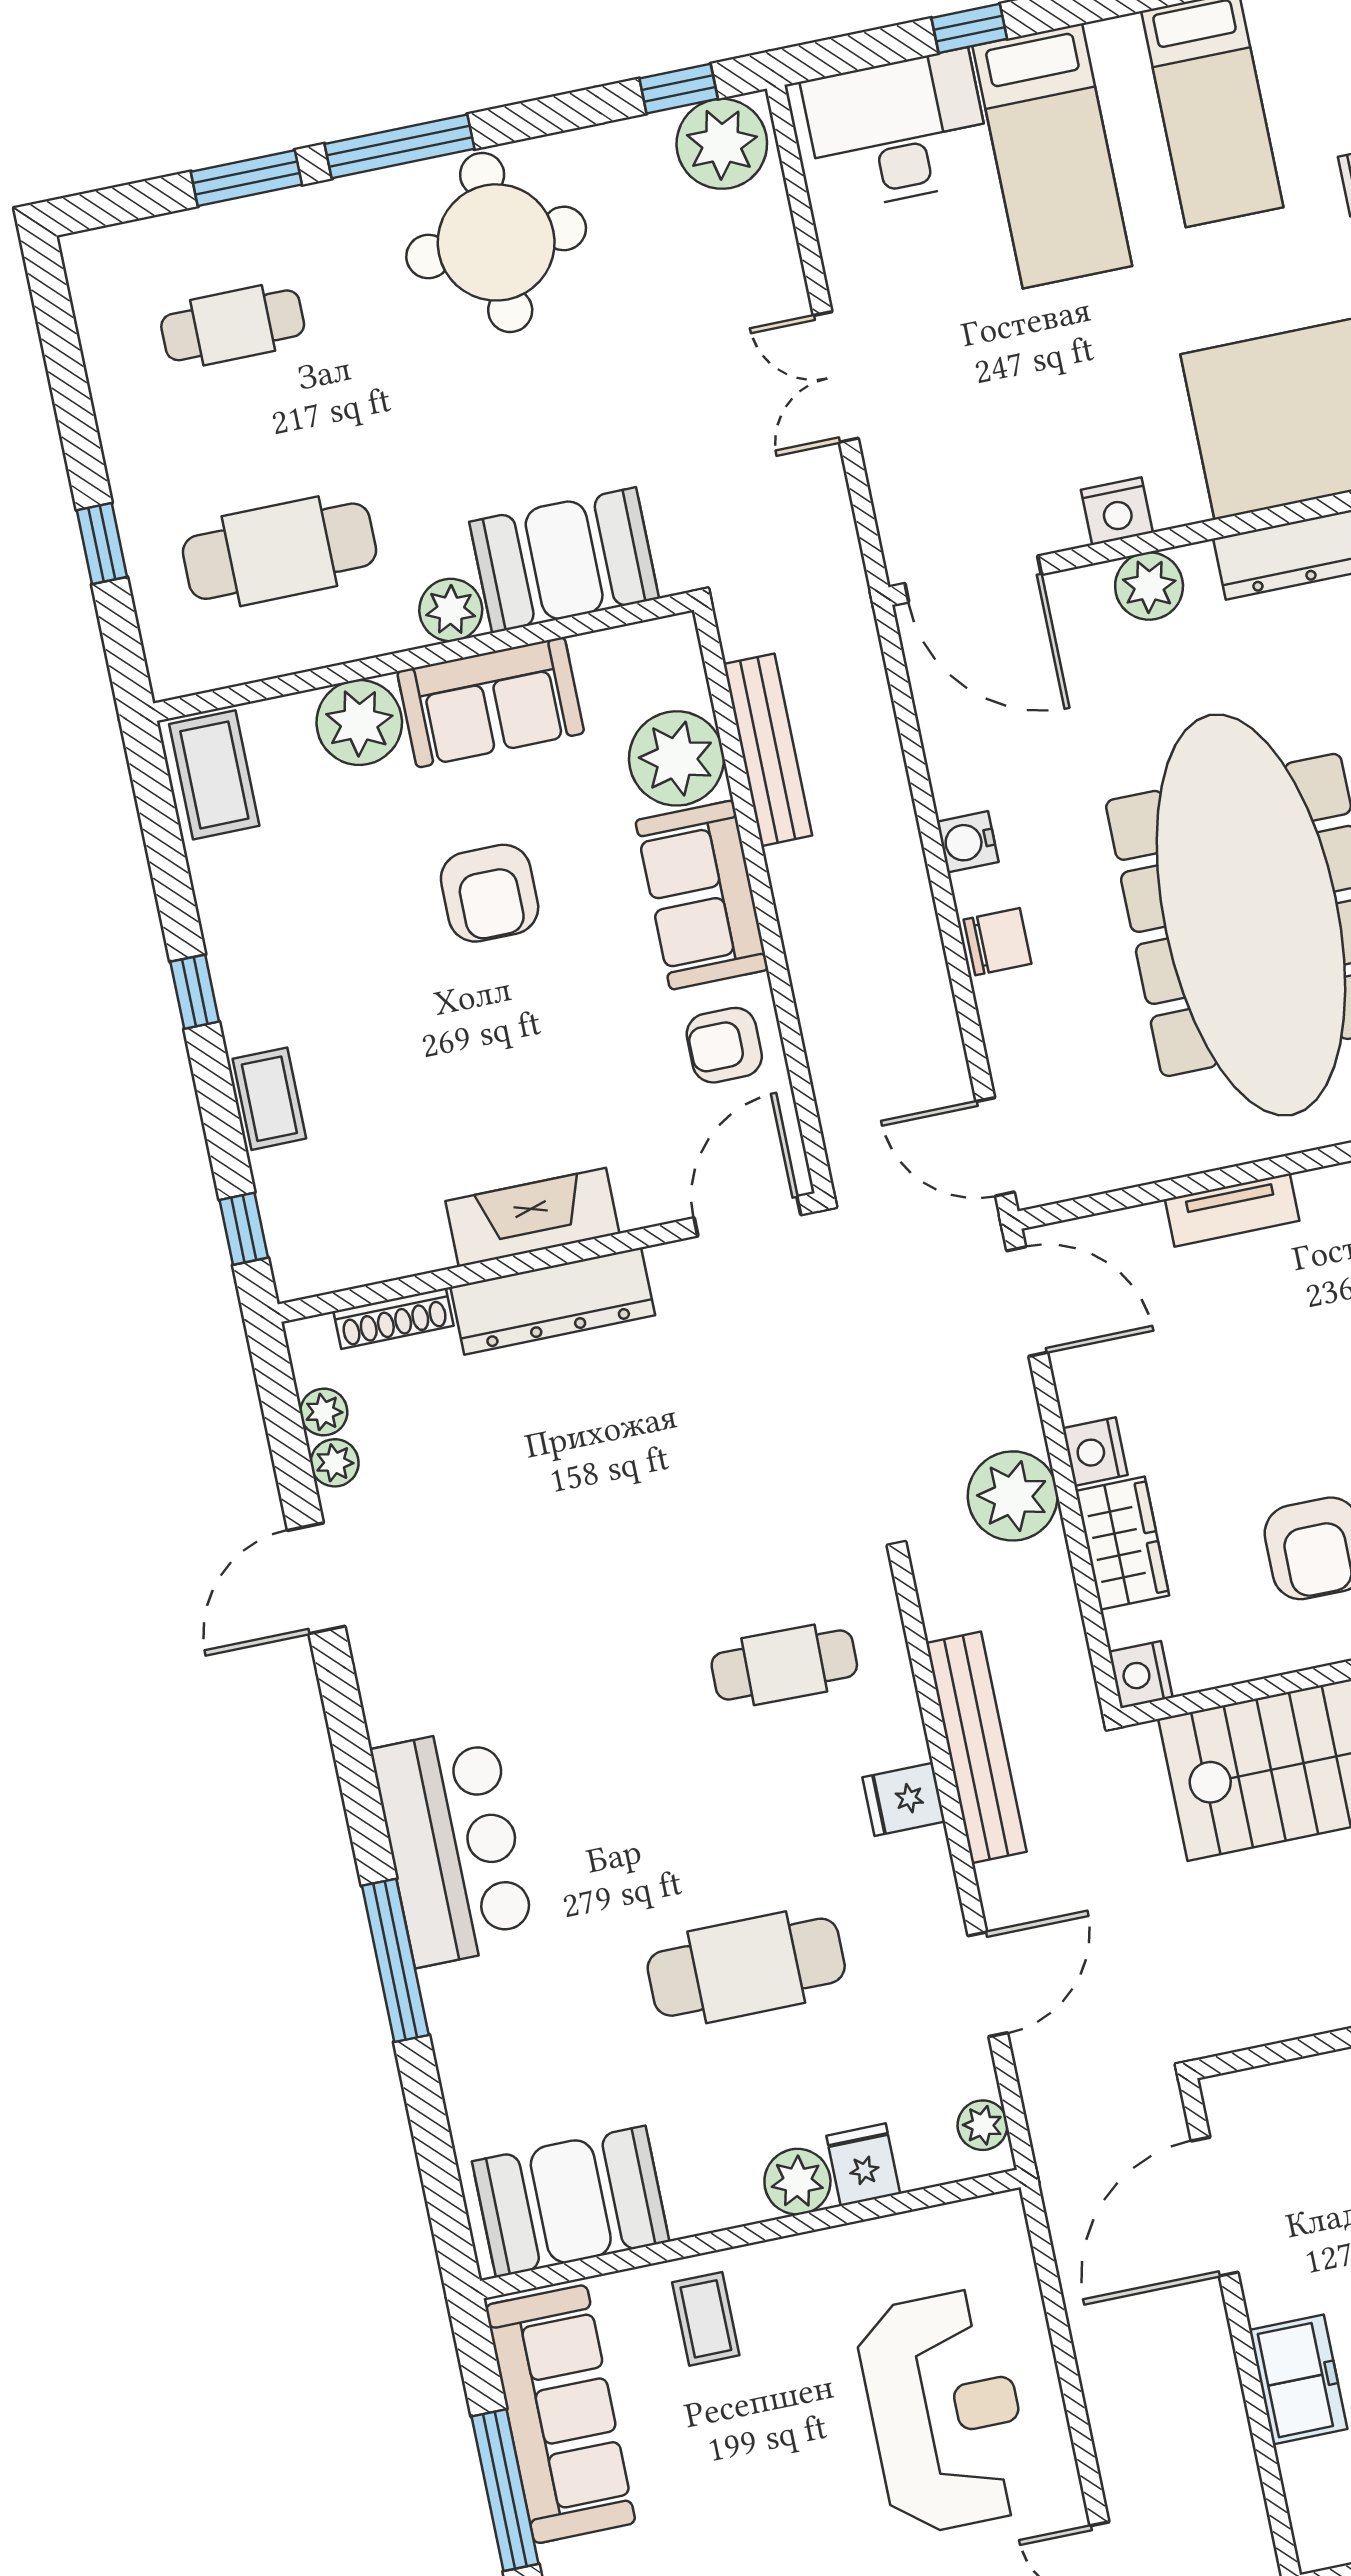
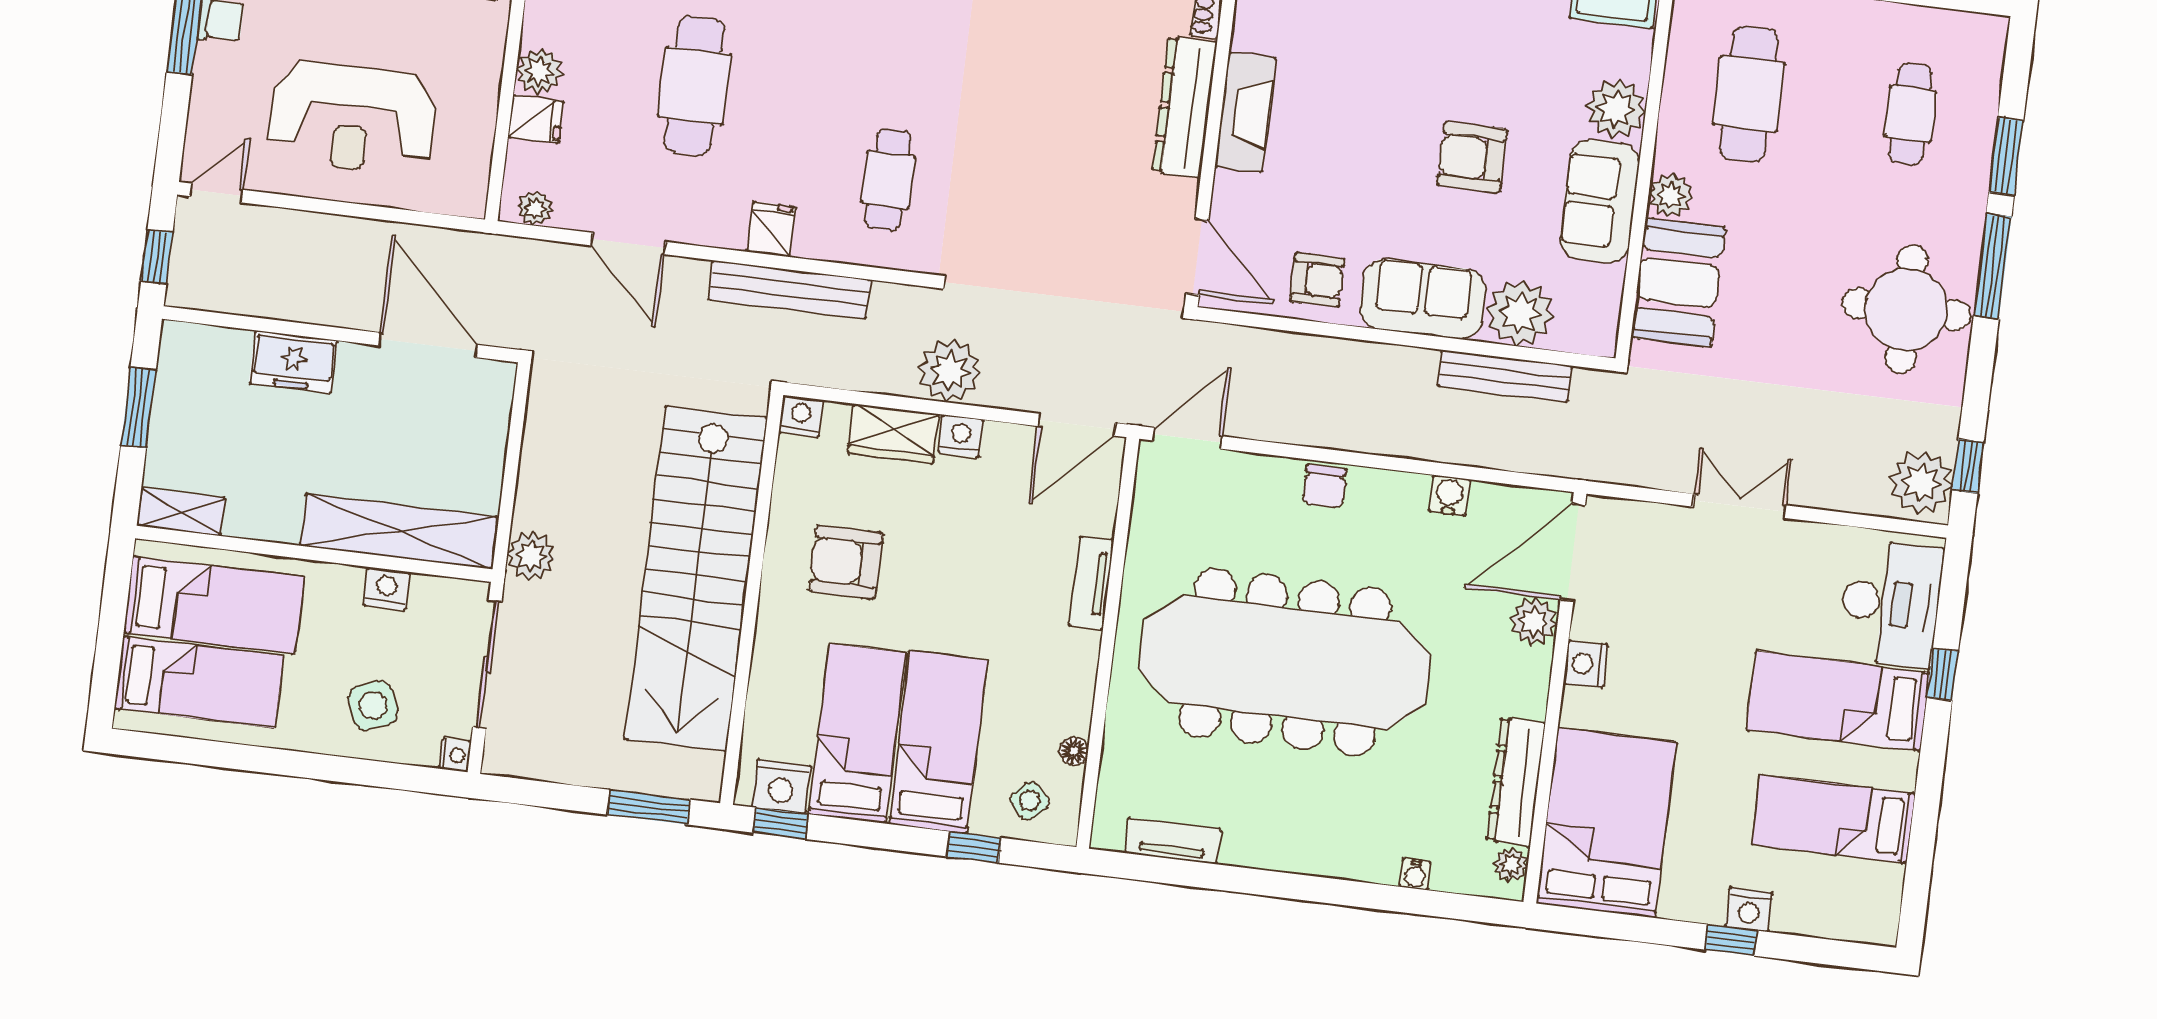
plant: (1149, 586) -> (1534, 622), moved
water cooler: (968, 842) -> (1449, 495), moved
armchair: (724, 1045) -> (1317, 280), turned 90

